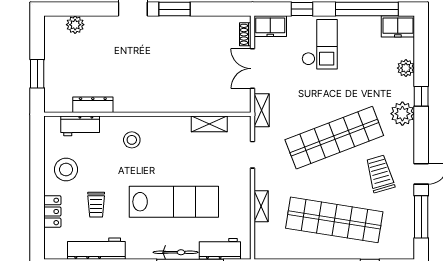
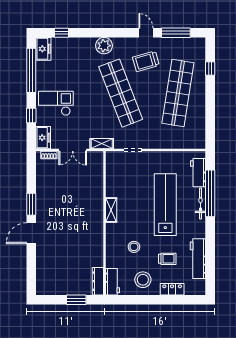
plant: (75, 25) -> (42, 273), removed
plant: (406, 68) -> (72, 43), removed
window: (421, 96) -> (62, 33), moved
dresser: (93, 105) -> (98, 281), moved
shelving: (209, 124) -> (111, 210), moved
workbench: (80, 126) -> (113, 282), moved
stool: (132, 140) -> (134, 247), moved
shelving: (261, 206) -> (168, 144), removed

